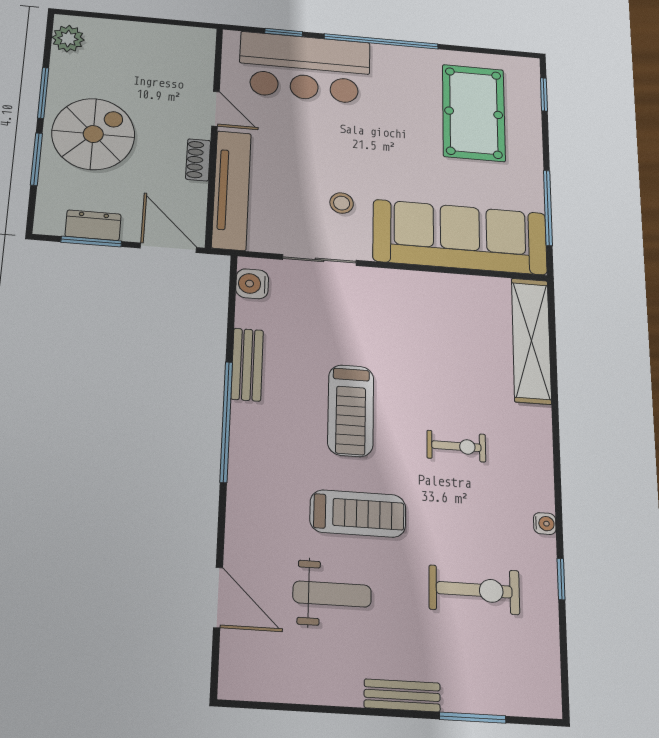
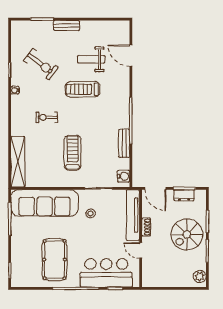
pool table: (474, 113) -> (55, 260), moved
treadmill: (351, 410) -> (73, 153), moved
exercise bike: (474, 590) -> (41, 64), turned -143

